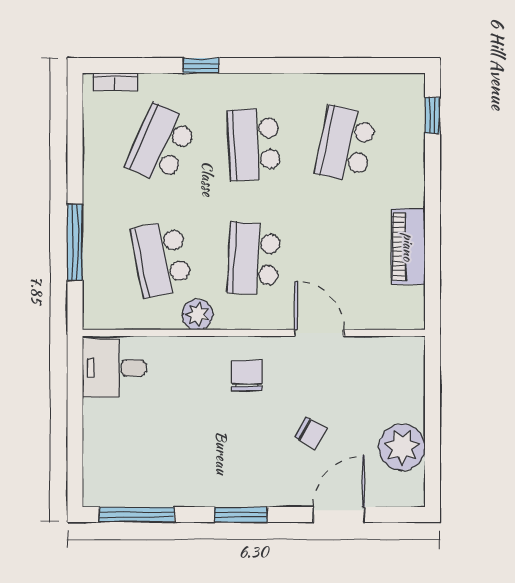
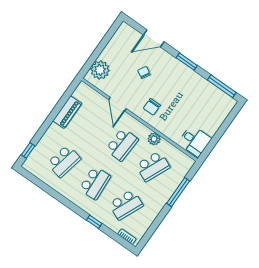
school desk: (162, 259) -> (153, 166), turned 36
plant: (402, 447) -> (100, 70), moved

